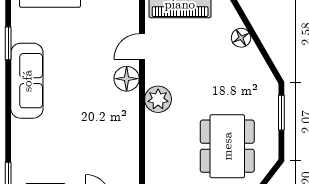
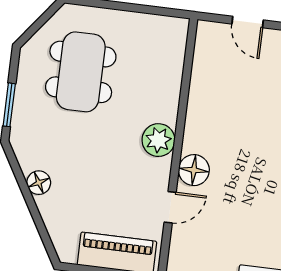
floor lamp: (241, 38) -> (39, 183), moved

